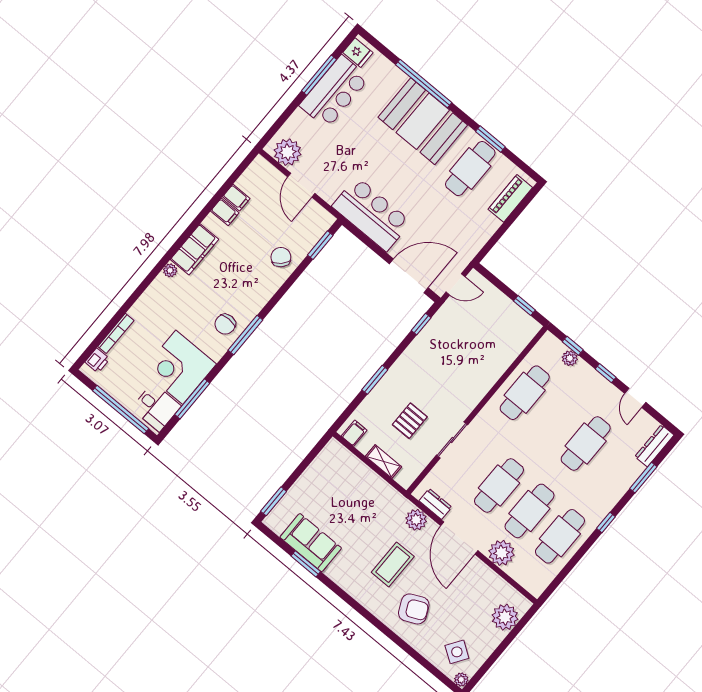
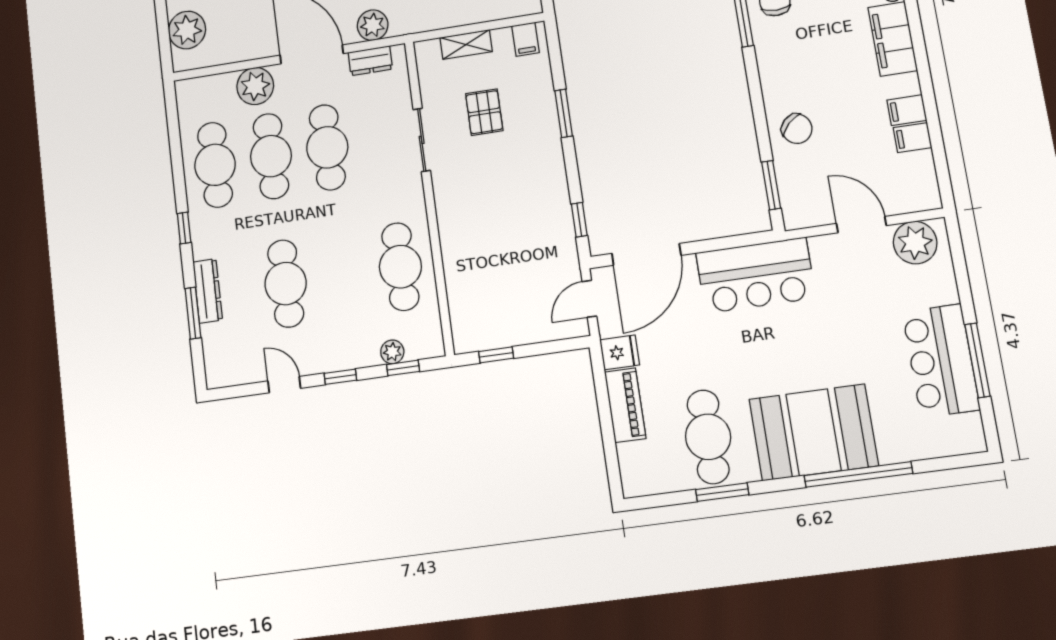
fridge: (358, 53) -> (620, 352), moved, turned 180
piano: (510, 198) -> (625, 405), moved
dresser: (654, 446) -> (208, 291), moved

